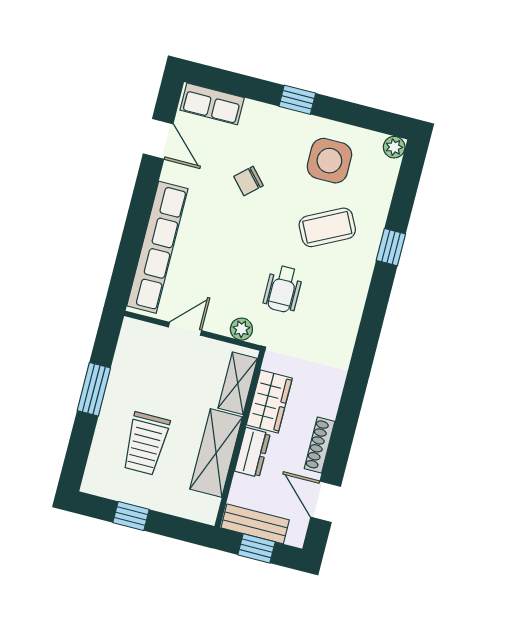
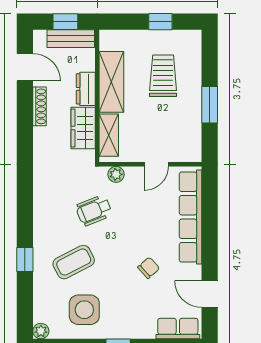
chair: (248, 181) -> (149, 268), moved
wheelchair: (283, 289) -> (94, 210), turned -112

